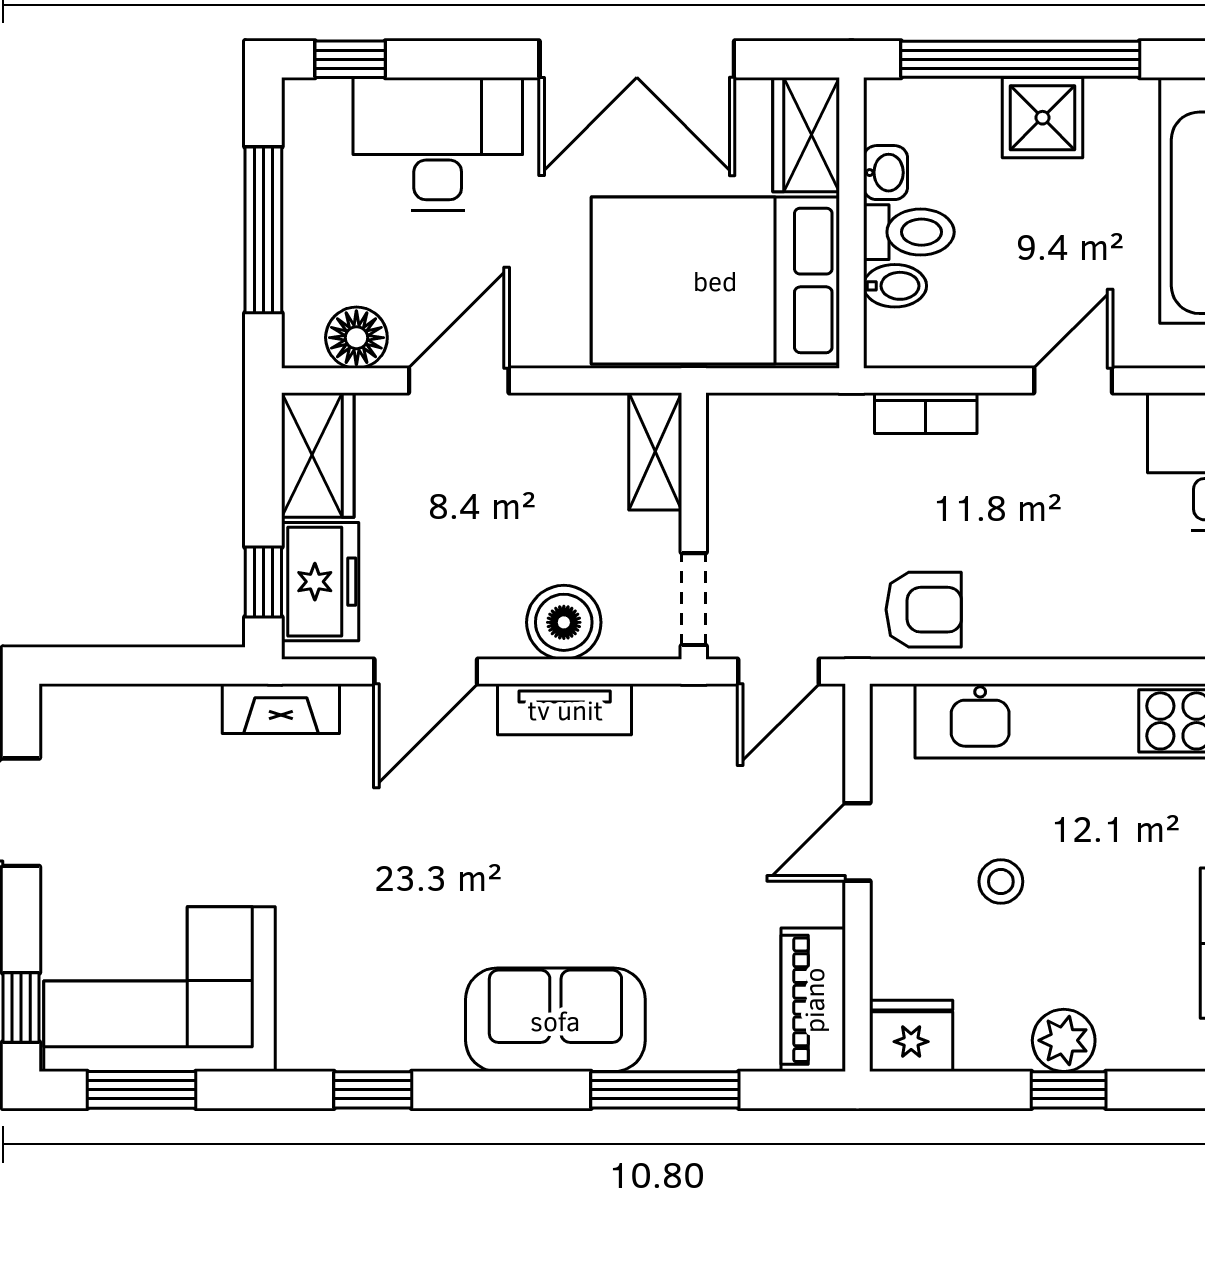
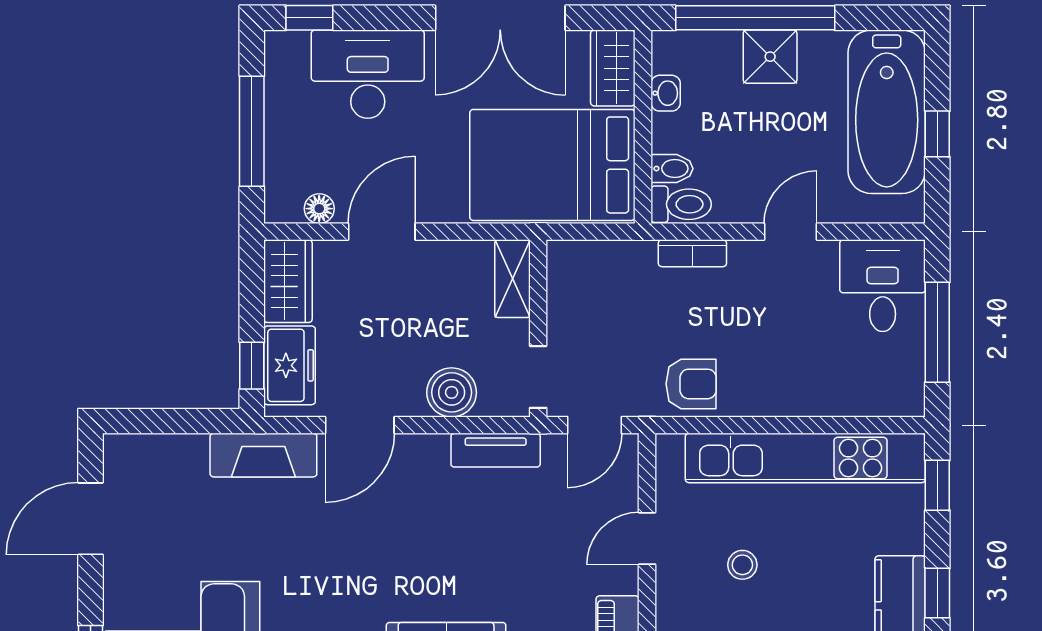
toilet: (909, 232) -> (681, 204), moved
floor lamp: (356, 338) -> (319, 209), width x0.73, depth x0.73
fireplace: (281, 709) -> (263, 455), width x1.37, depth x1.32
tv unit: (565, 709) -> (496, 450), moved

